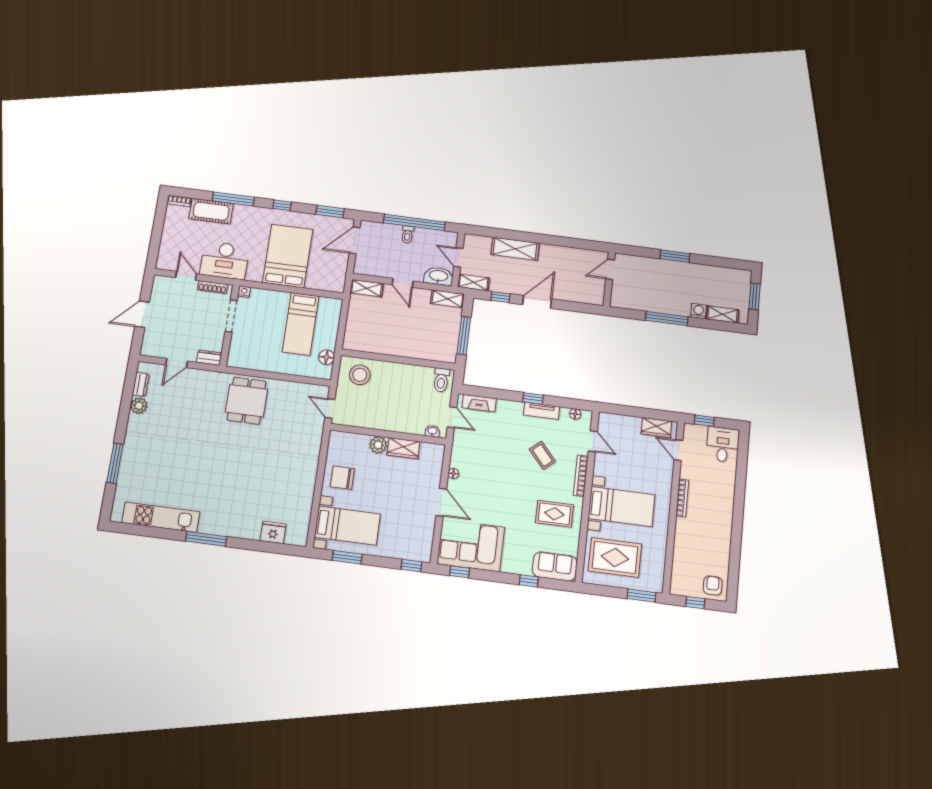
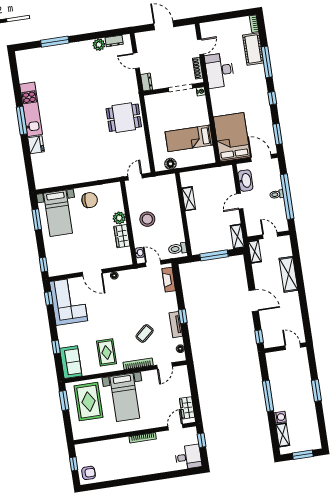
bed: (288, 256) -> (232, 137), moved, turned -90
door: (458, 257) -> (270, 236), hinge flipped
washbasin: (439, 276) -> (245, 181), moved
shelving: (367, 288) -> (189, 199), moved
window: (501, 297) -> (259, 337), moved
stool: (360, 375) -> (147, 219), moved
door: (452, 417) -> (153, 264), swing flipped
chair: (342, 478) -> (90, 200), turned 90
door: (441, 502) -> (92, 273), hinge flipped
kitchen unit: (161, 517) -> (31, 109), moved
fridge: (273, 532) -> (36, 145), moved
window: (641, 596) -> (64, 400), moved

